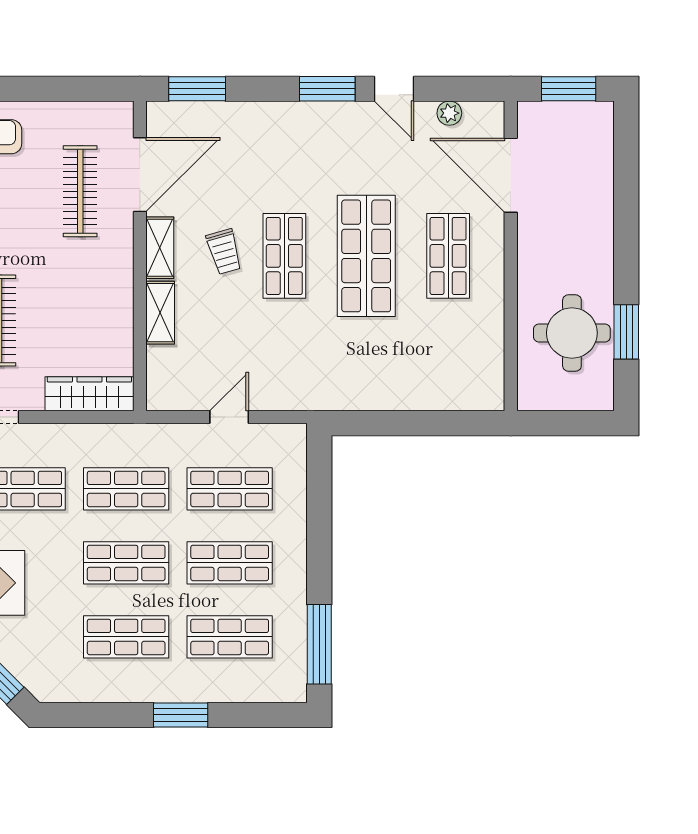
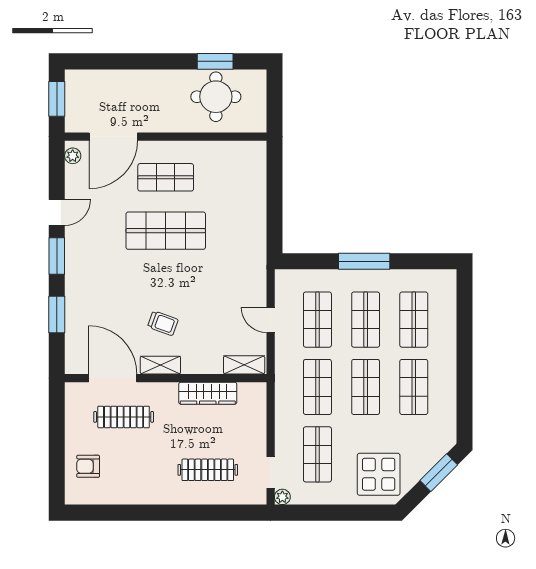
window: (197, 89) -> (57, 314), moved
plant: (449, 113) -> (73, 156), moved
trolley: (224, 252) -> (163, 323), turned 36
shop shelf: (284, 256) -> (166, 284), removed
shelving: (160, 313) -> (244, 365), moved
wardrobe: (89, 394) -> (208, 393), moved, turned -90
window: (319, 644) -> (364, 261), moved
window: (181, 715) -> (465, 351), removed

